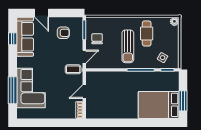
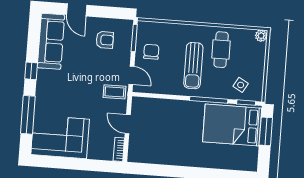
window: (13, 39) -> (31, 71), moved
door: (84, 57) -> (131, 75), hinge flipped
corner sofa: (31, 88) -> (60, 137), moved, turned -90
door: (84, 92) -> (128, 124), hinge flipped
window: (183, 101) -> (266, 131), moved
bed: (159, 105) -> (232, 125), moved

